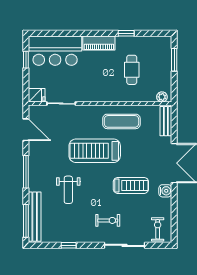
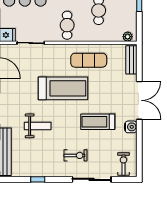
cafe table: (99, 85) -> (67, 25), added
treadmill: (95, 151) -> (63, 88), turned 180
treadmill: (131, 185) -> (98, 122), turned 180
weight bench: (68, 190) -> (38, 126), turned -90

